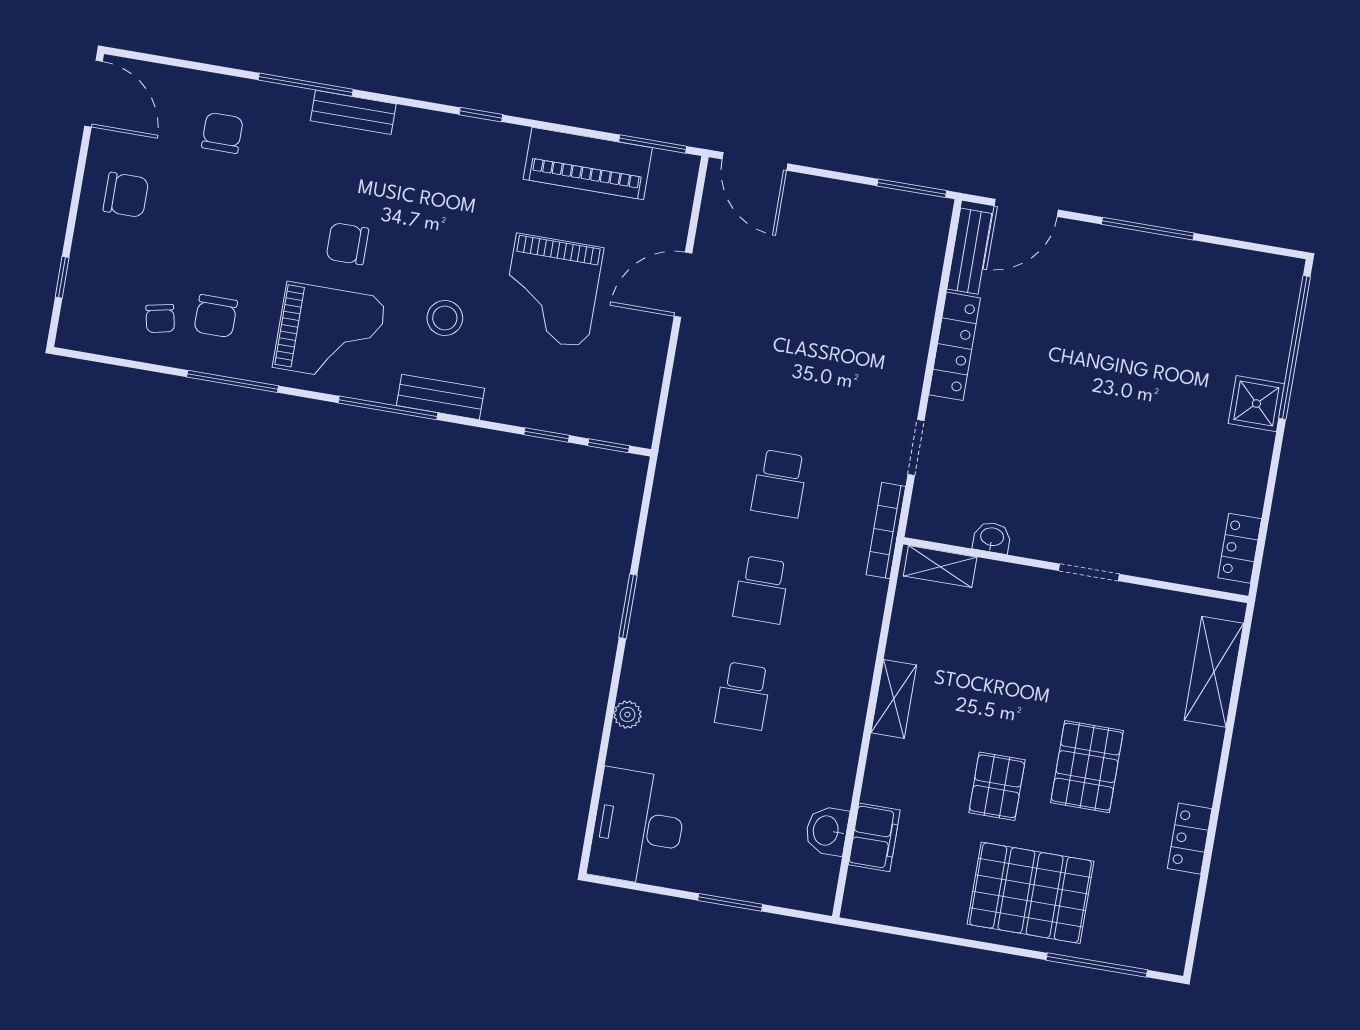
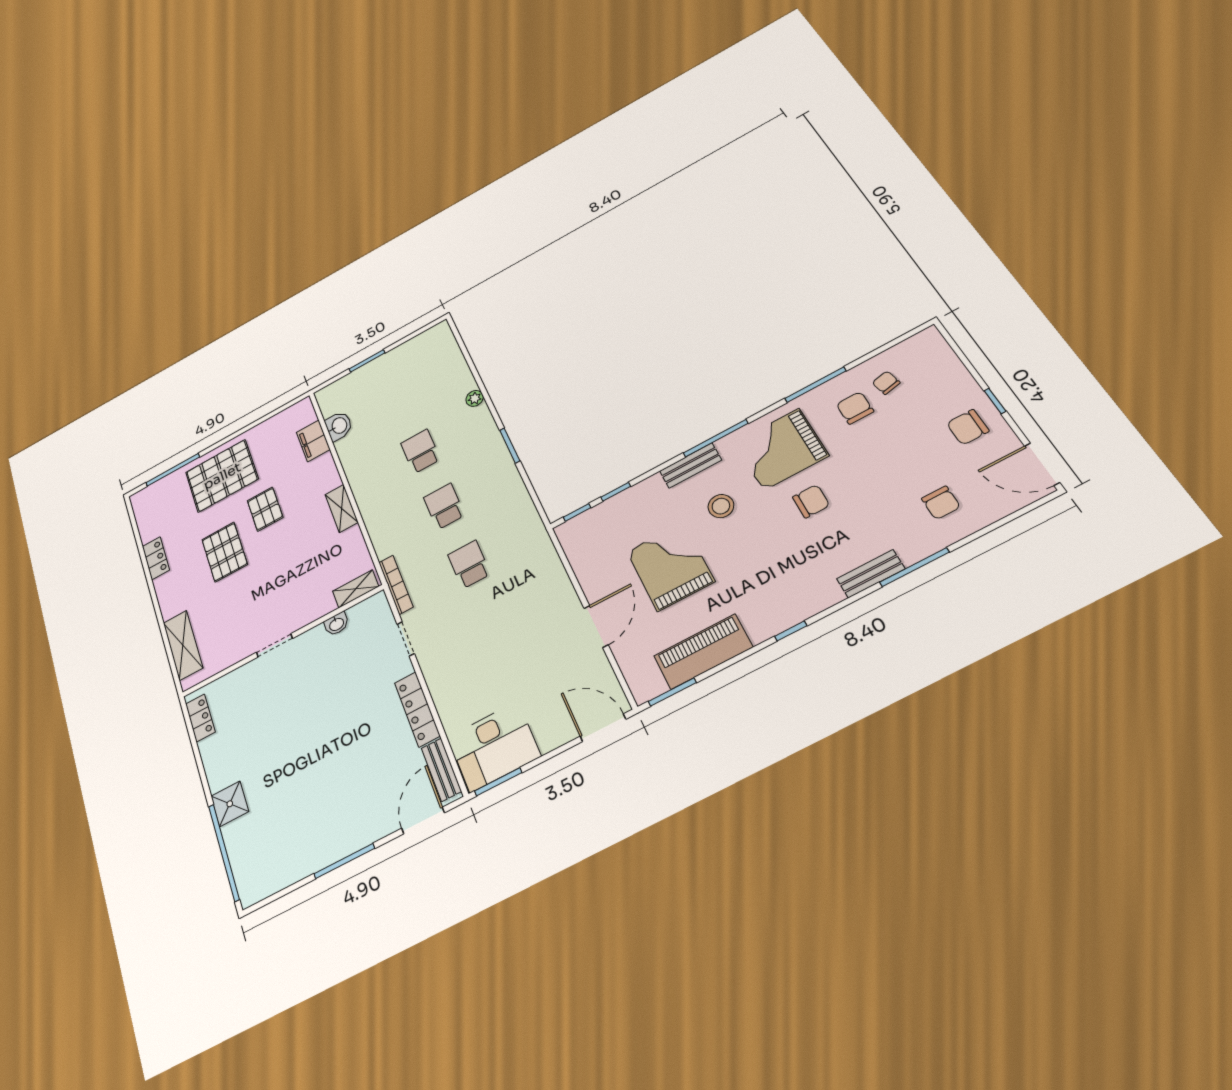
window: (62, 277) -> (995, 401), moved
desk: (638, 827) -> (494, 747), moved, turned 90

